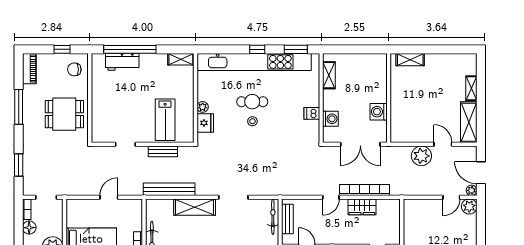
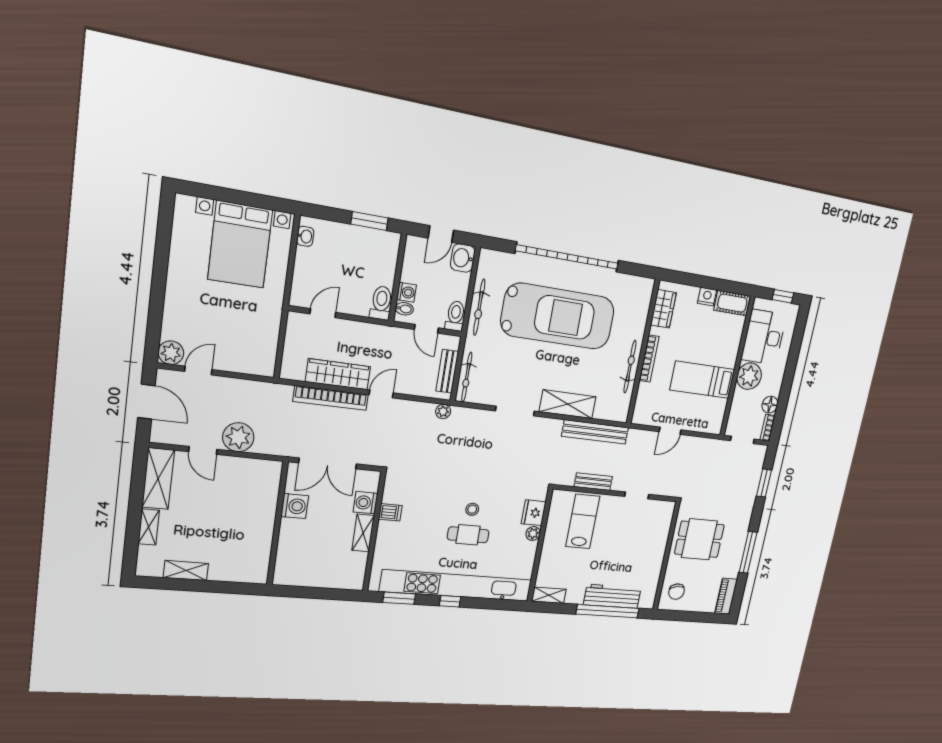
window: (62, 49) -> (685, 616), removed
shelving: (410, 60) -> (186, 571), moved
workbench: (122, 62) -> (612, 596), width x1.38
chair: (74, 69) -> (676, 592), turned 80
shelving: (329, 75) -> (363, 533), moved
double door: (360, 144) -> (328, 463), swing flipped
plant: (472, 190) -> (443, 411), moved
wardrobe: (362, 207) -> (338, 374), width x1.50

